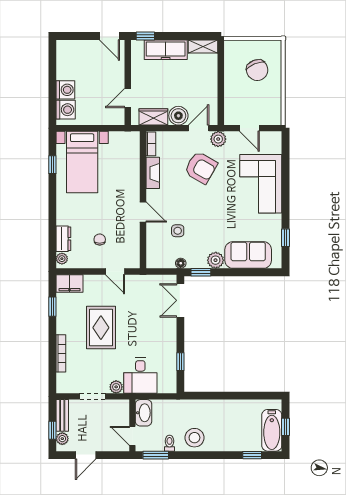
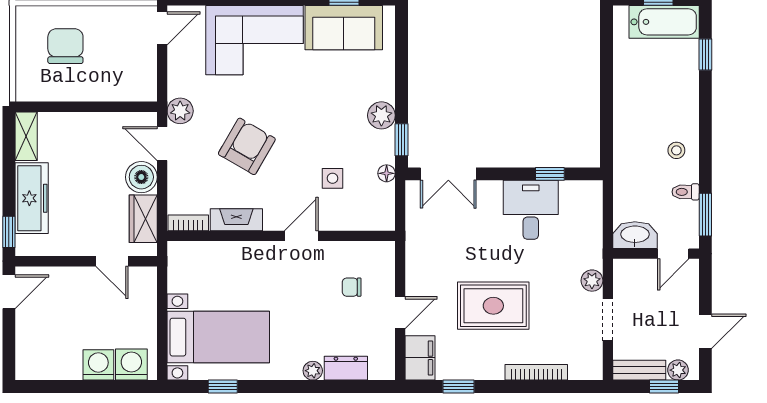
chair: (257, 70) -> (65, 46), turned -68
door: (249, 128) -> (162, 28), moved
armchair: (201, 168) -> (247, 146), moved
chair: (100, 240) -> (352, 287), moved
sofa: (248, 255) -> (344, 28), moved, turned -90
plant: (62, 259) -> (313, 371), moved
door: (115, 271) -> (400, 313), moved
desk: (140, 376) -> (531, 210), moved, turned -90
stool: (194, 438) -> (676, 150), width x0.53, depth x0.53
door: (86, 455) -> (705, 331), hinge flipped

